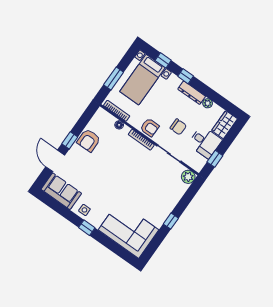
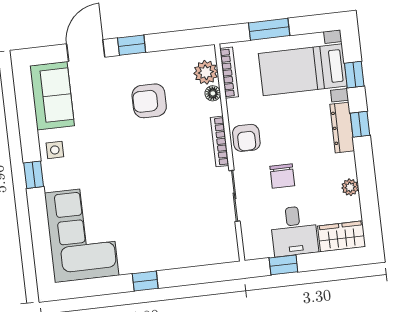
dresser: (192, 93) -> (342, 128), moved
armchair: (89, 140) -> (149, 101), moved
plant: (188, 177) -> (206, 72), moved

